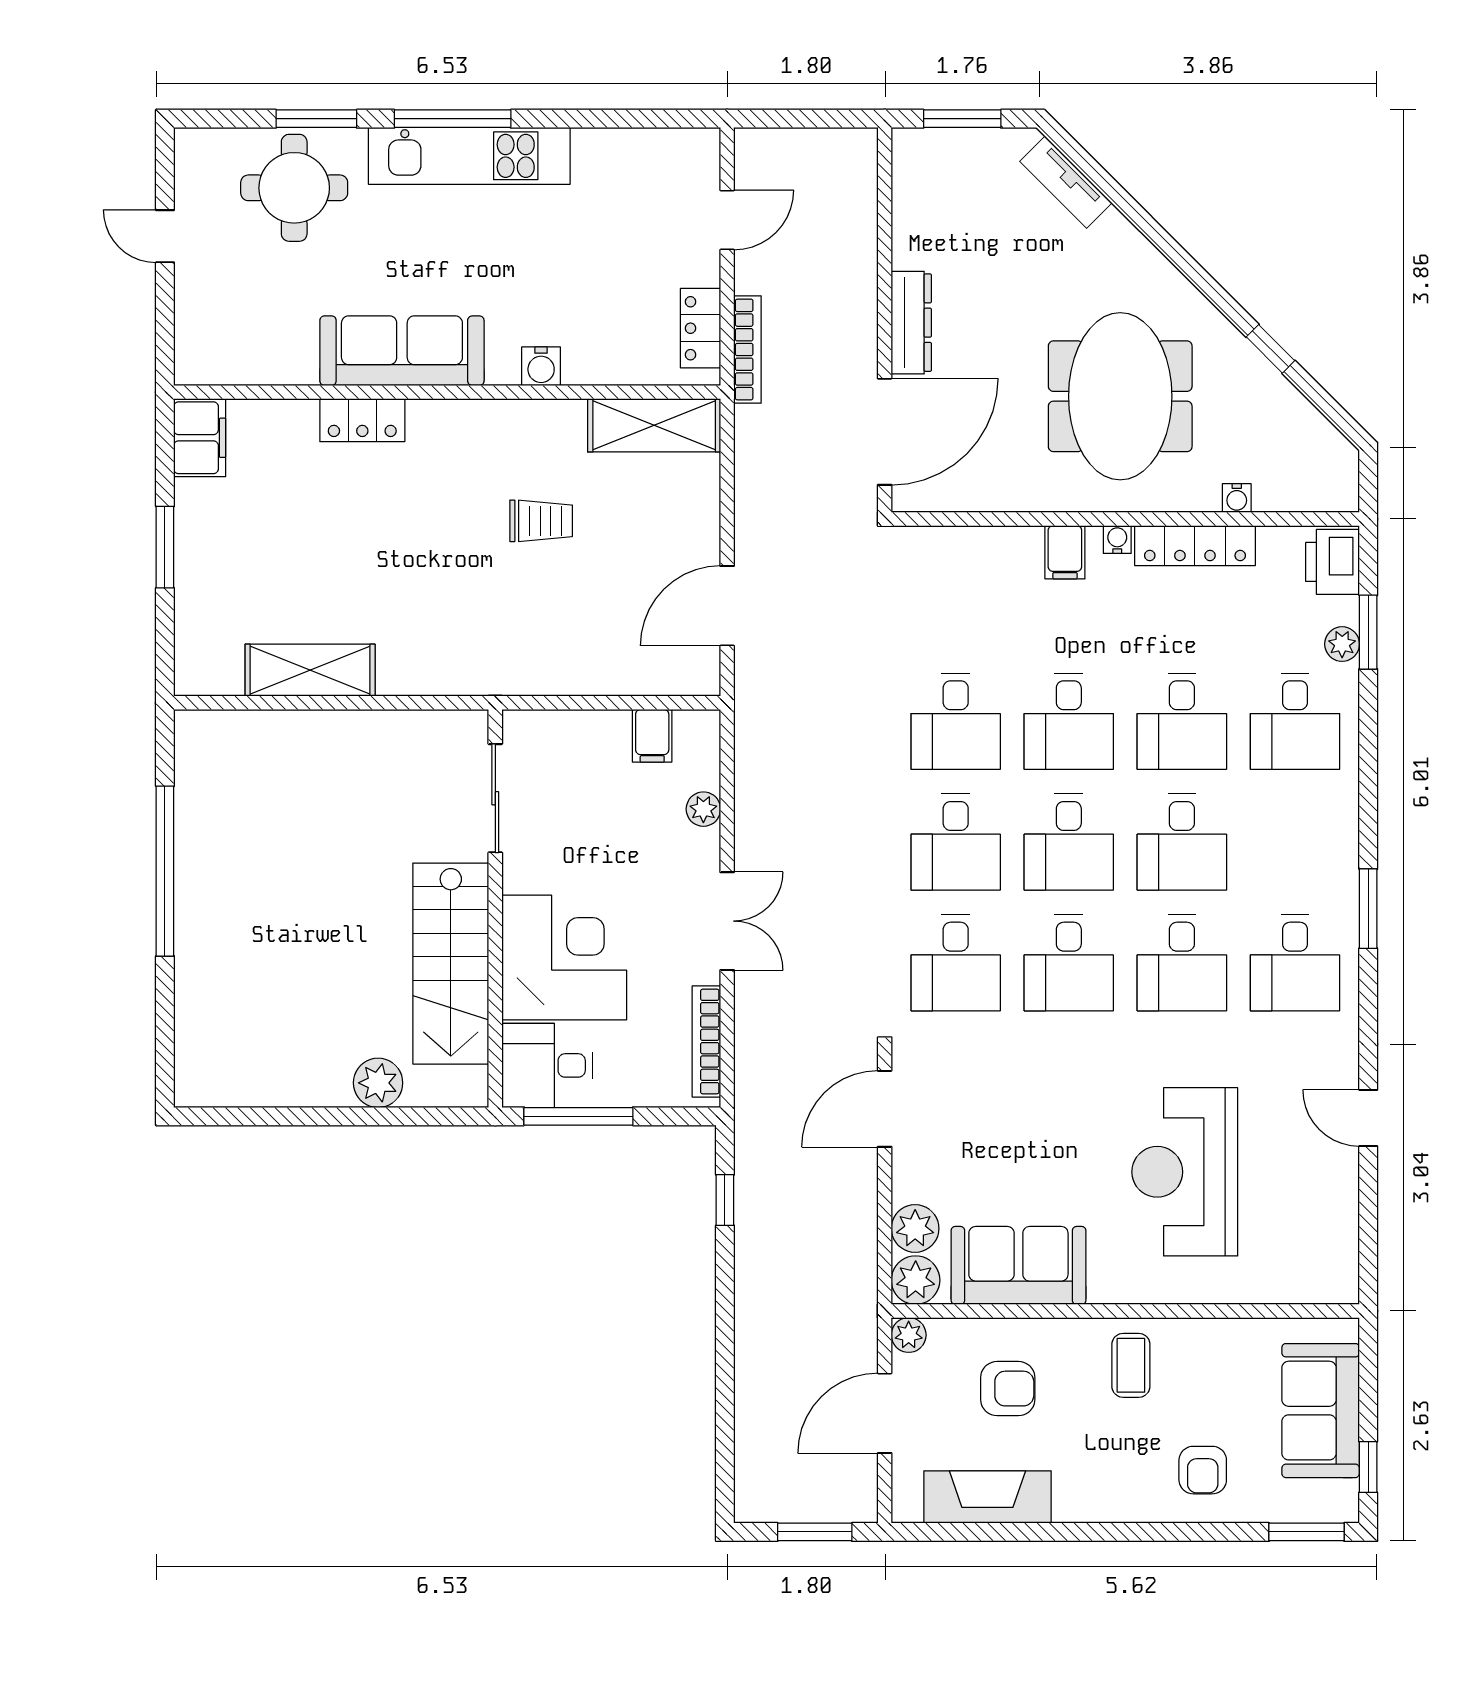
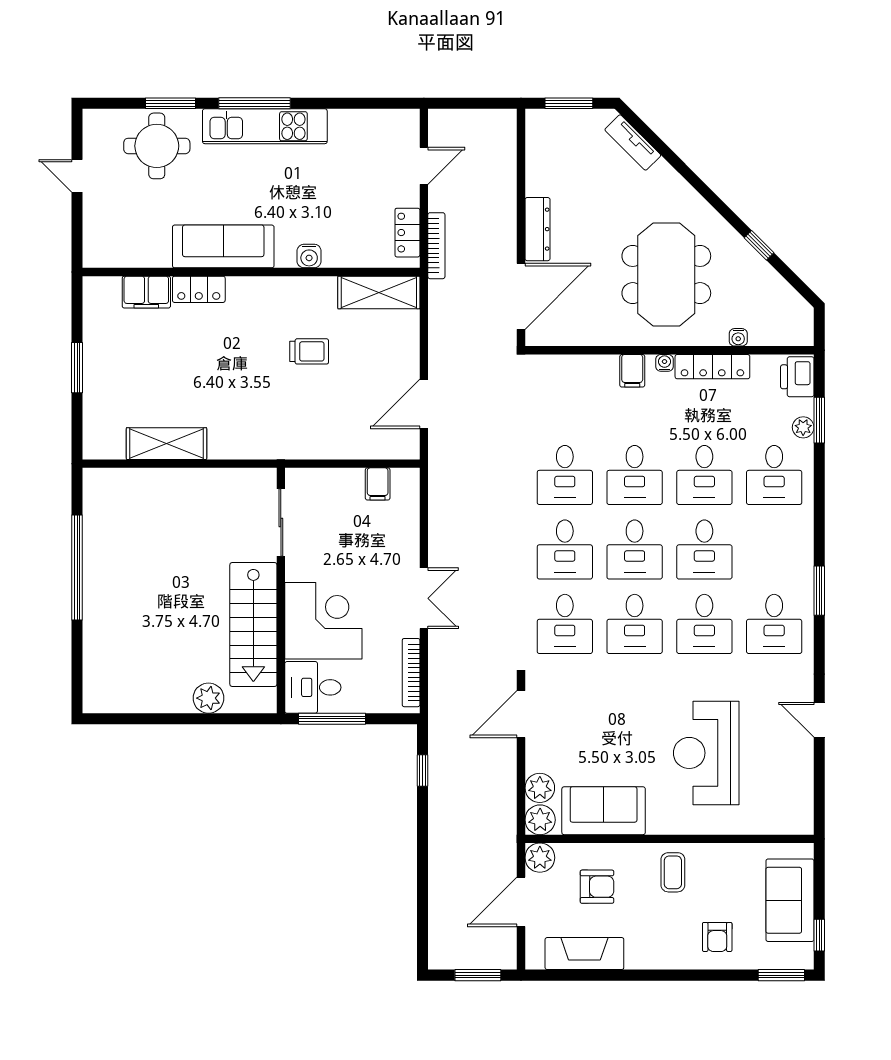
filing cabinet: (200, 438) -> (146, 292), moved, turned 90
plant: (703, 809) -> (409, 529), removed
plant: (909, 1335) -> (540, 858), width x1.38, depth x1.38

